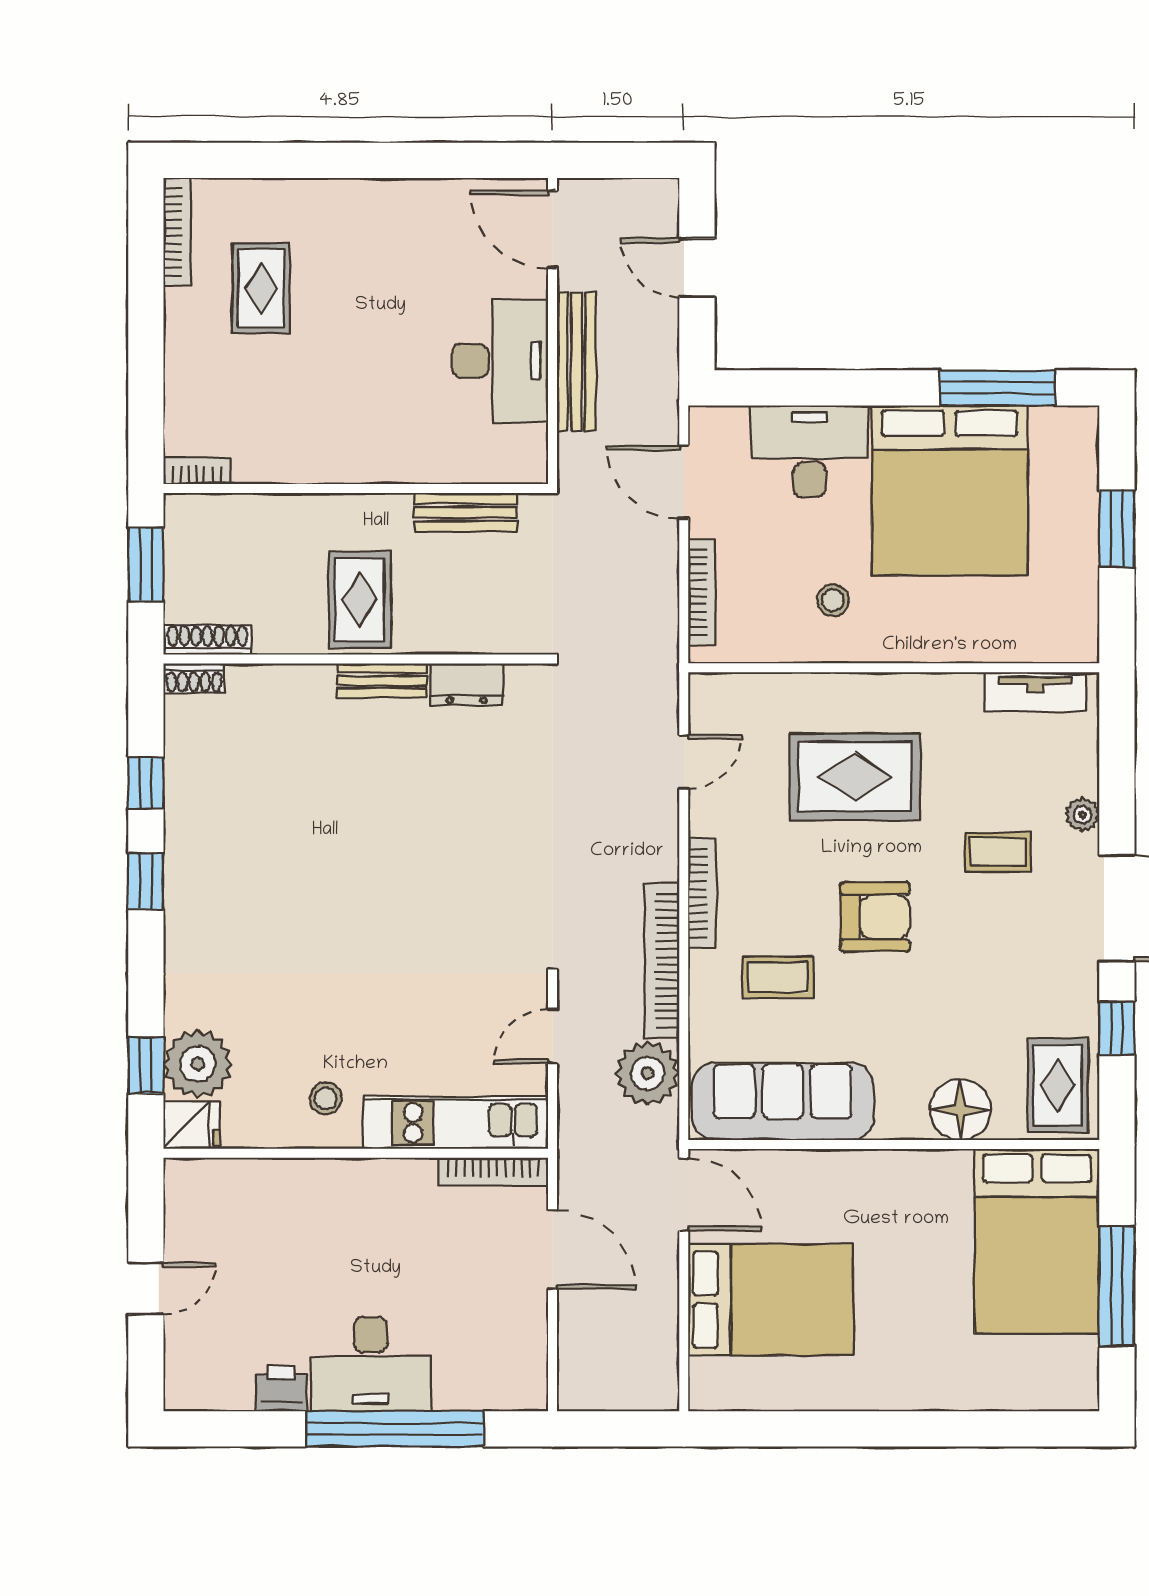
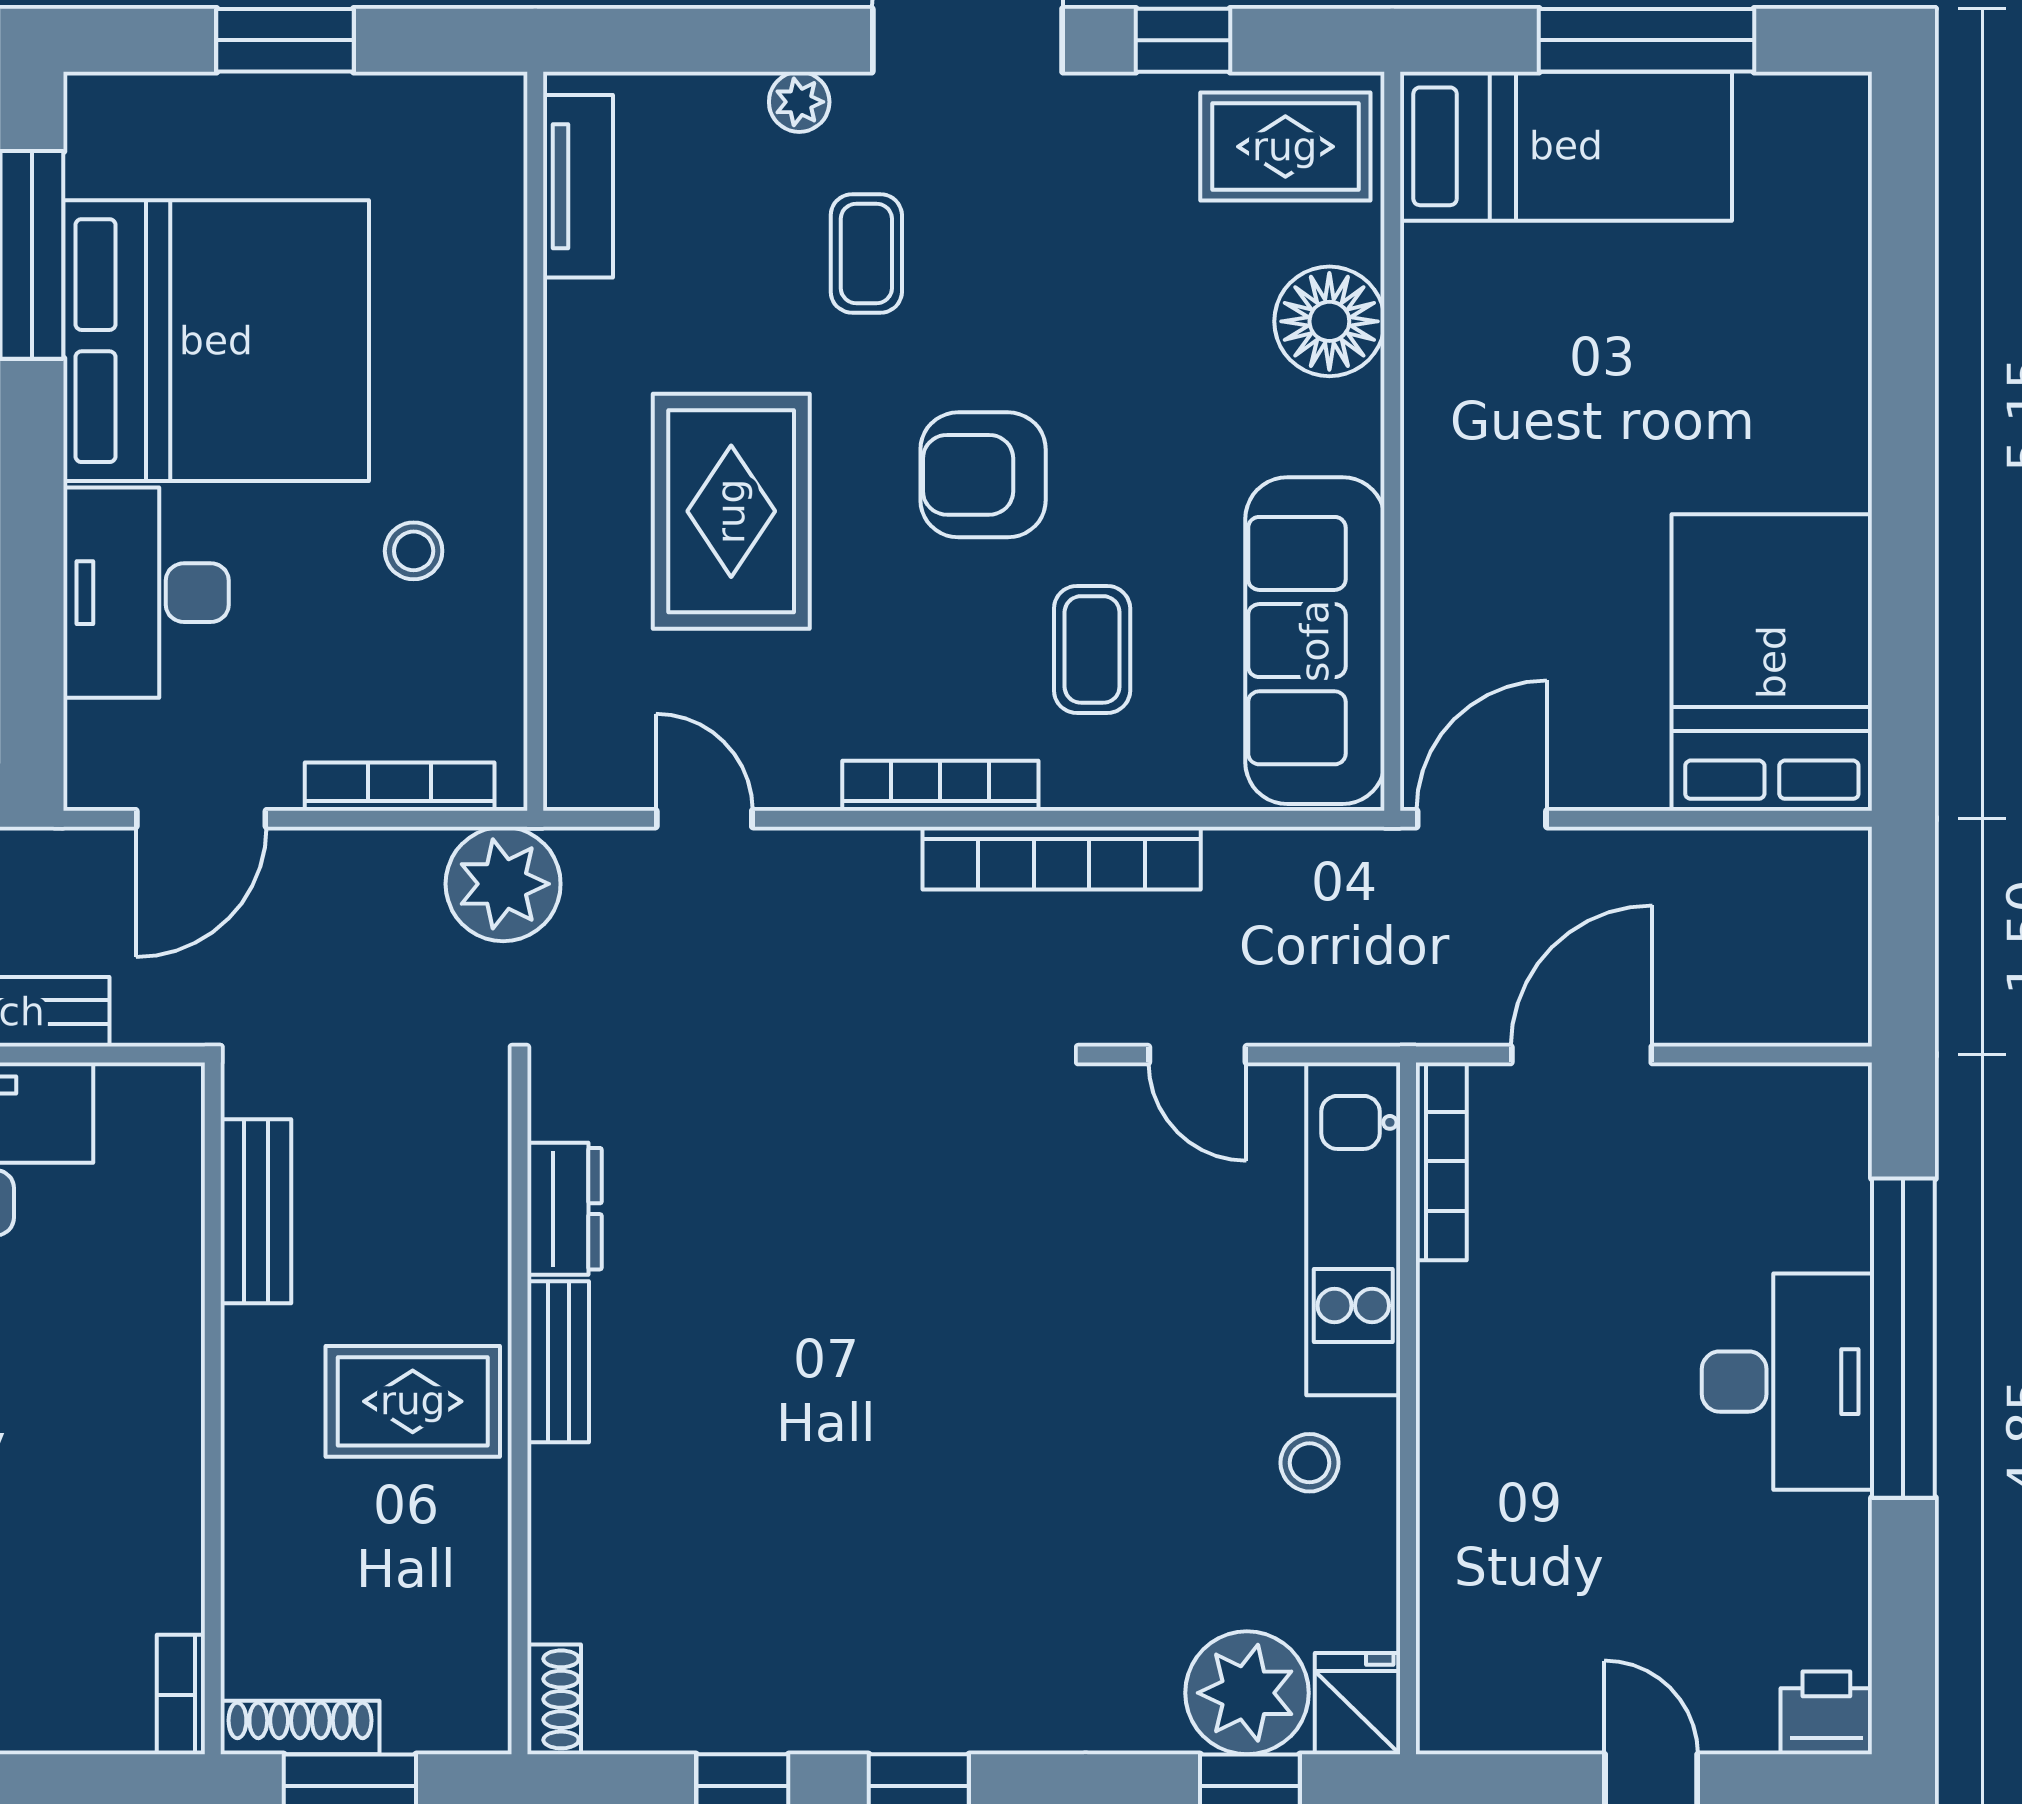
shoe rack: (207, 640) -> (300, 1727), moved, turned 90
armchair: (875, 917) -> (983, 475), turned -90
plant: (647, 1073) -> (503, 884), moved
bed: (1037, 1241) -> (1566, 146), width x0.67
bed: (771, 1300) -> (1772, 662), moved
printer: (282, 1388) -> (1826, 1713), moved, turned 90

